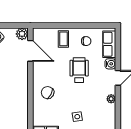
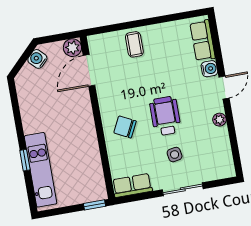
chair: (86, 41) -> (168, 42), removed
door: (30, 51) -> (89, 70), swing flipped
wheelchair: (79, 70) -> (165, 116), moved

